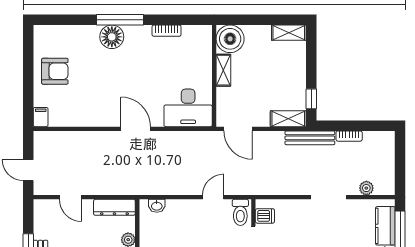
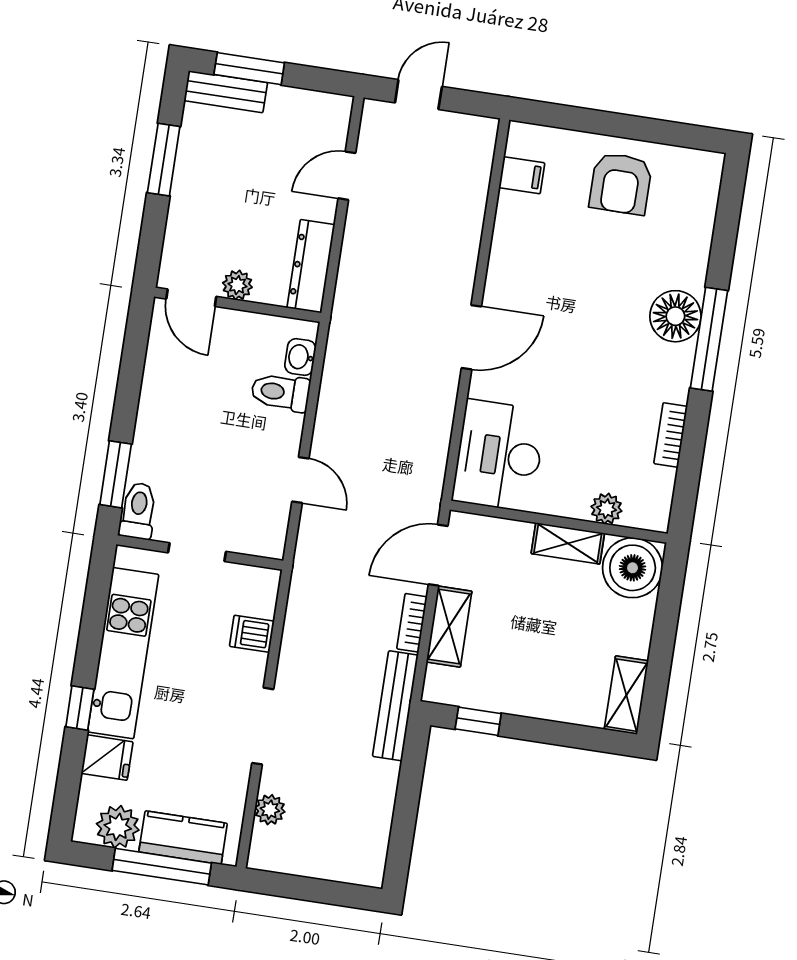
plant: (205, 55) -> (606, 509), added
filing cabinet: (41, 117) -> (522, 175), moved
shelving: (288, 119) -> (449, 627), moved
bookcase: (349, 136) -> (412, 623), moved
toilet: (240, 212) -> (281, 392), moved
dishwasher: (265, 216) -> (252, 634), moved, turned 90

